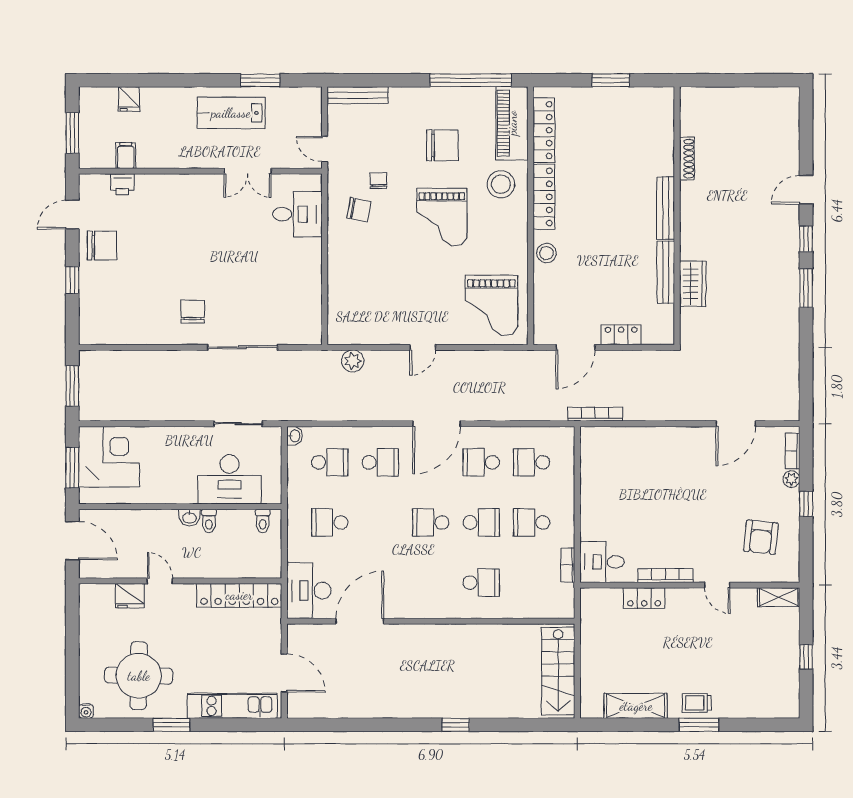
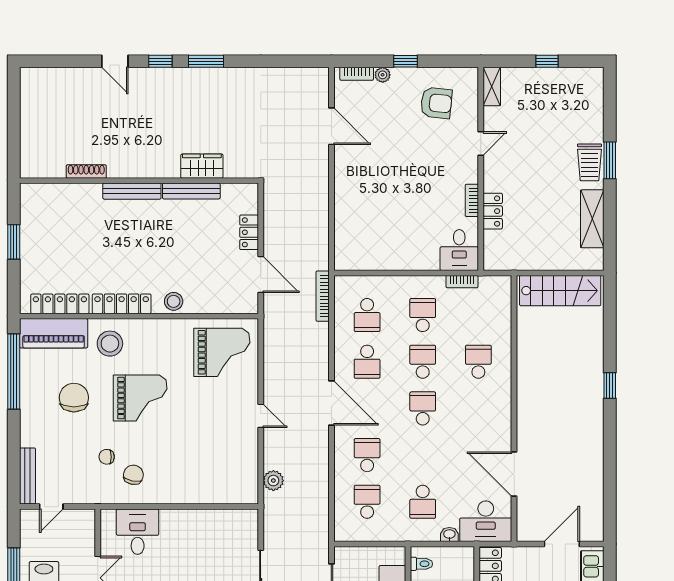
door: (325, 149) -> (51, 507), moved
bookcase: (595, 414) -> (323, 296), moved
washbasin: (294, 436) -> (449, 534), moved
school desk: (431, 522) -> (423, 408), turned 180
school desk: (532, 522) -> (423, 315), turned 180
bookcase: (666, 576) -> (472, 200), width x0.64
trolley: (697, 703) -> (589, 162), width x1.36, depth x1.39

